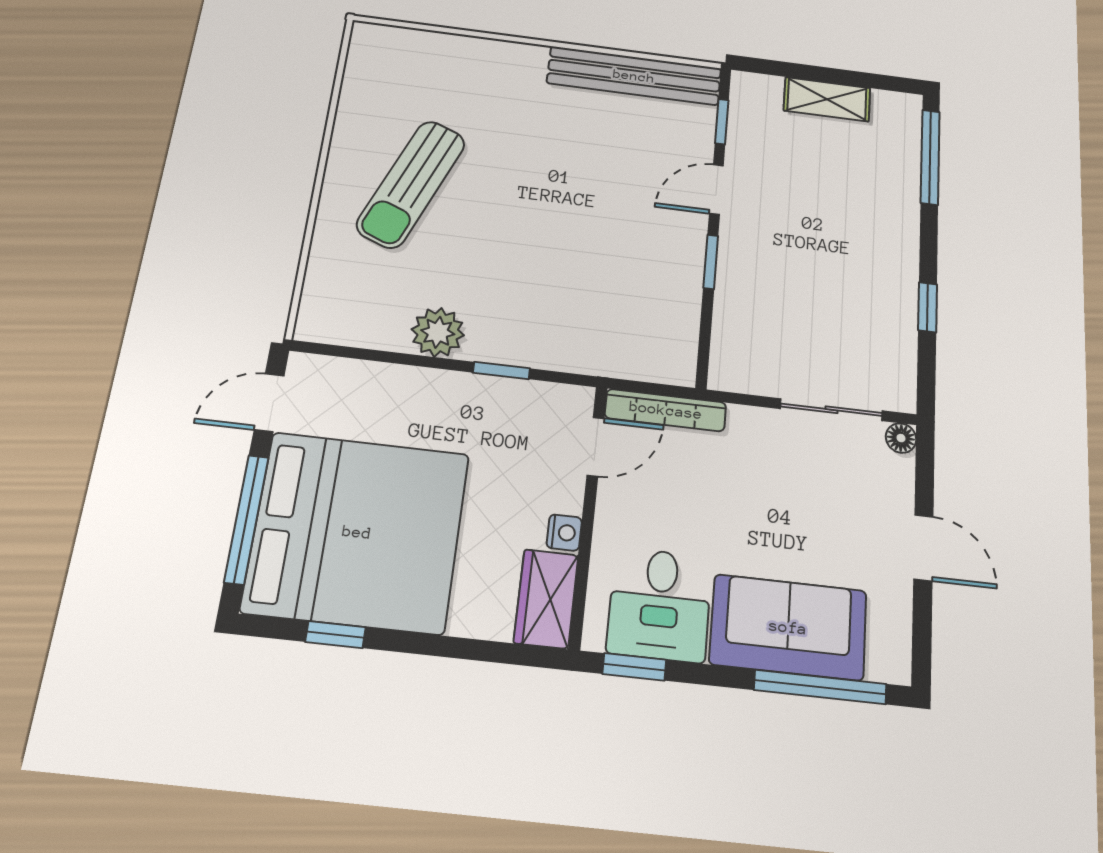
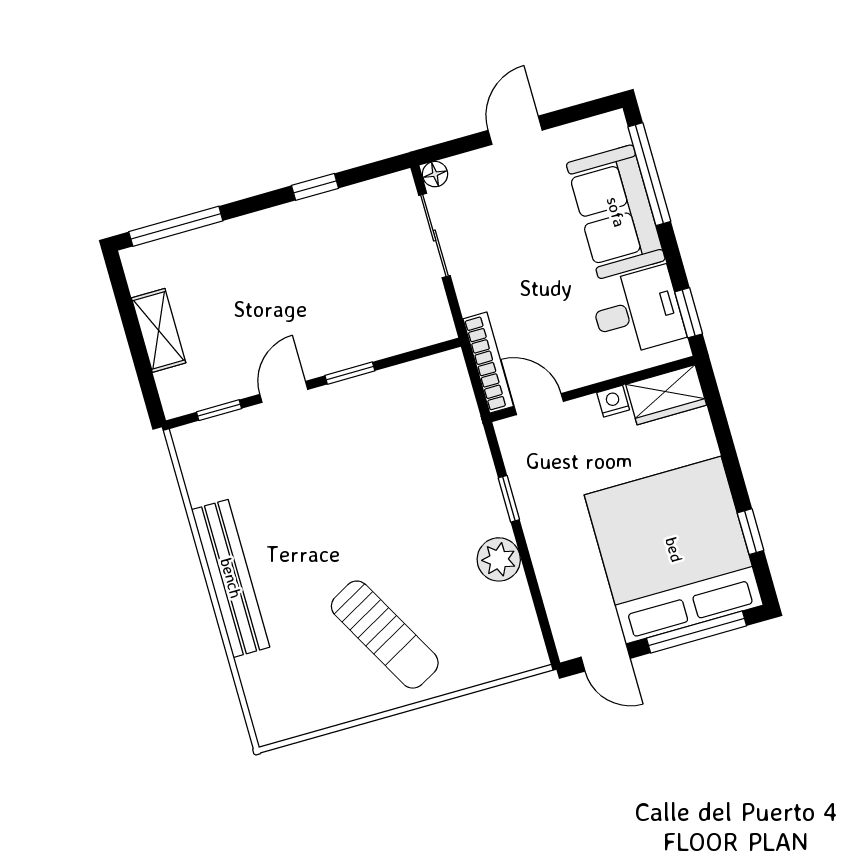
bench: (634, 76) -> (231, 578), moved
sun lounger: (411, 184) -> (385, 635), turned 39
door: (716, 190) -> (284, 392), swing flipped

